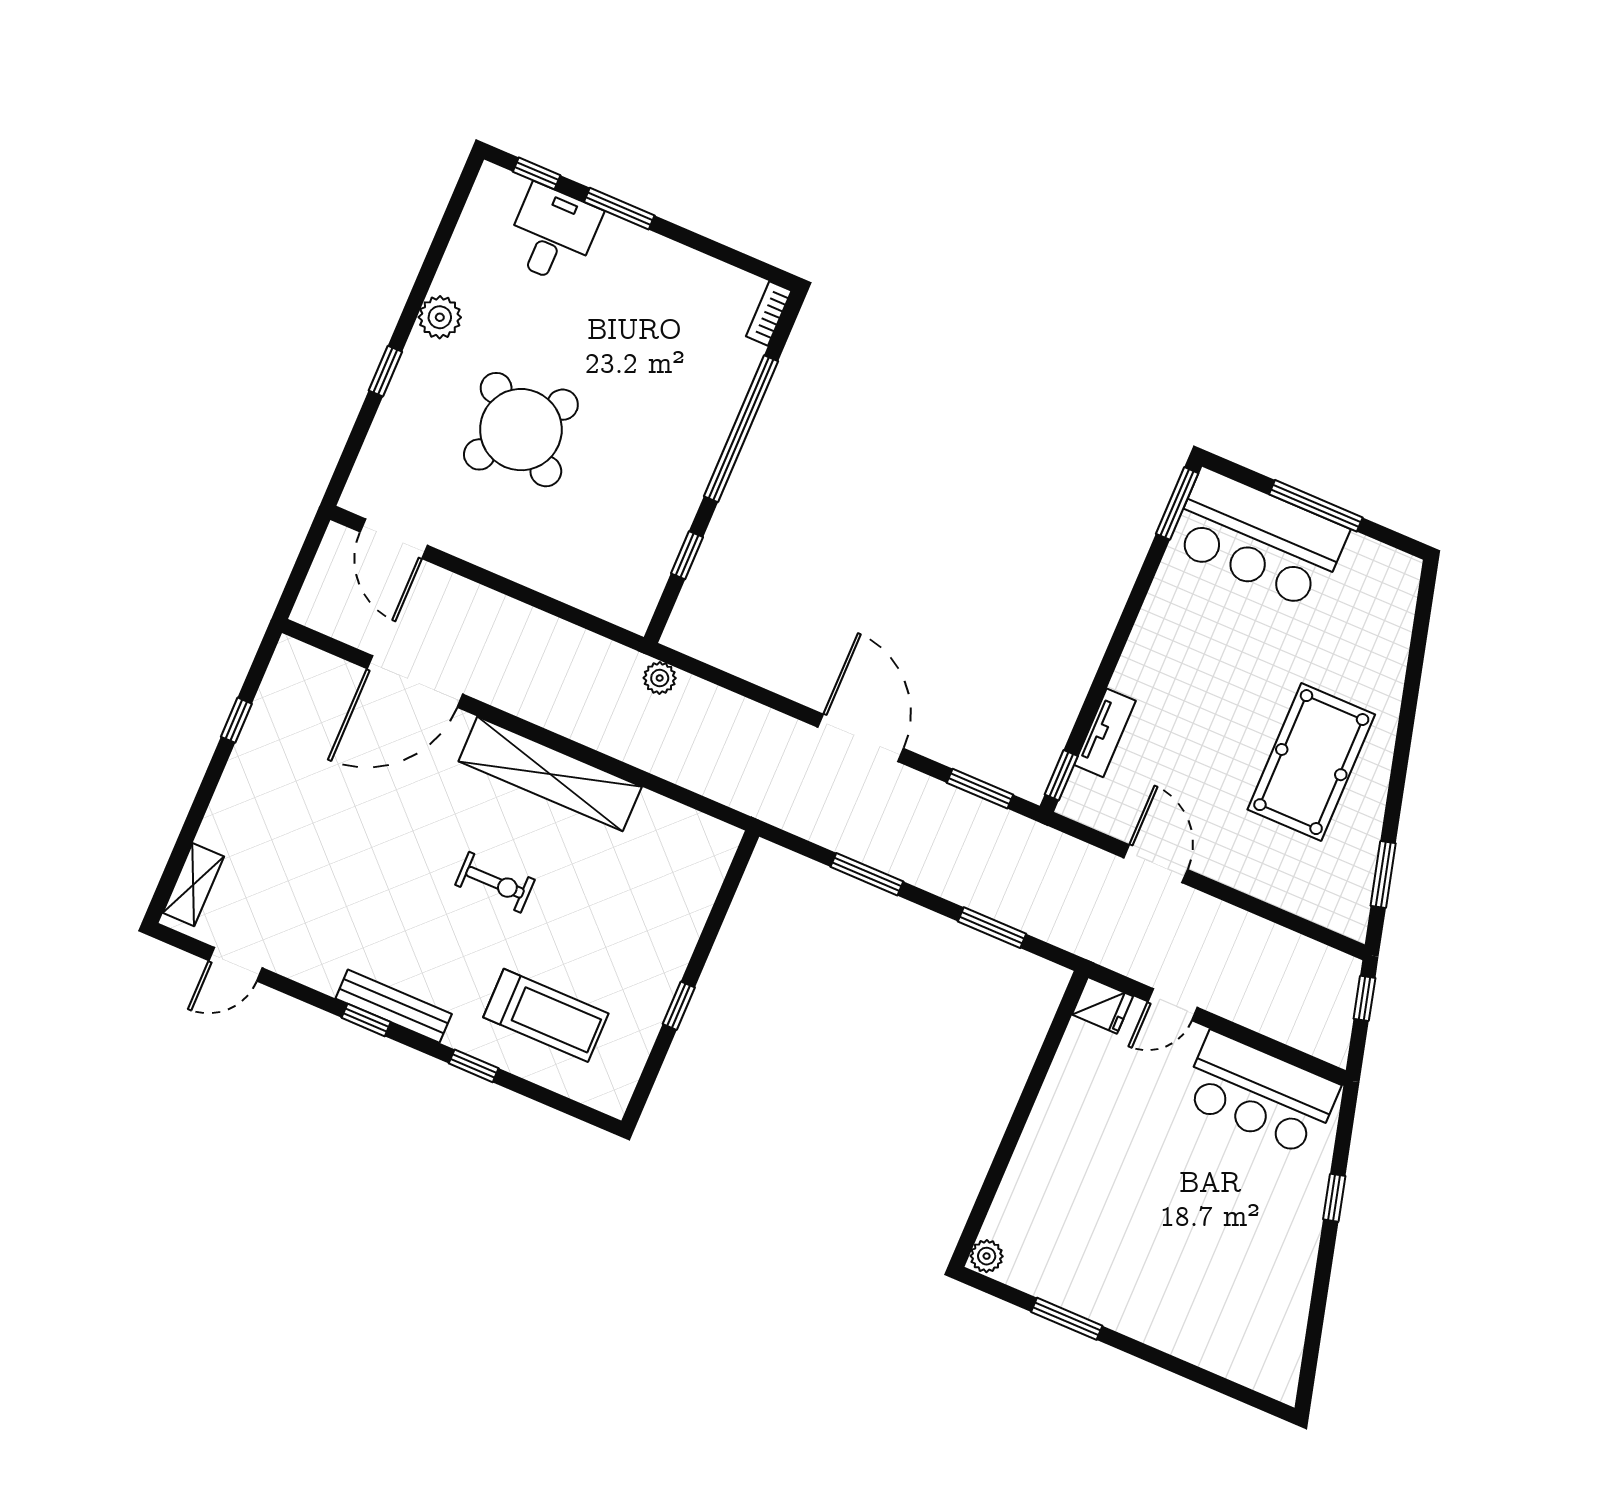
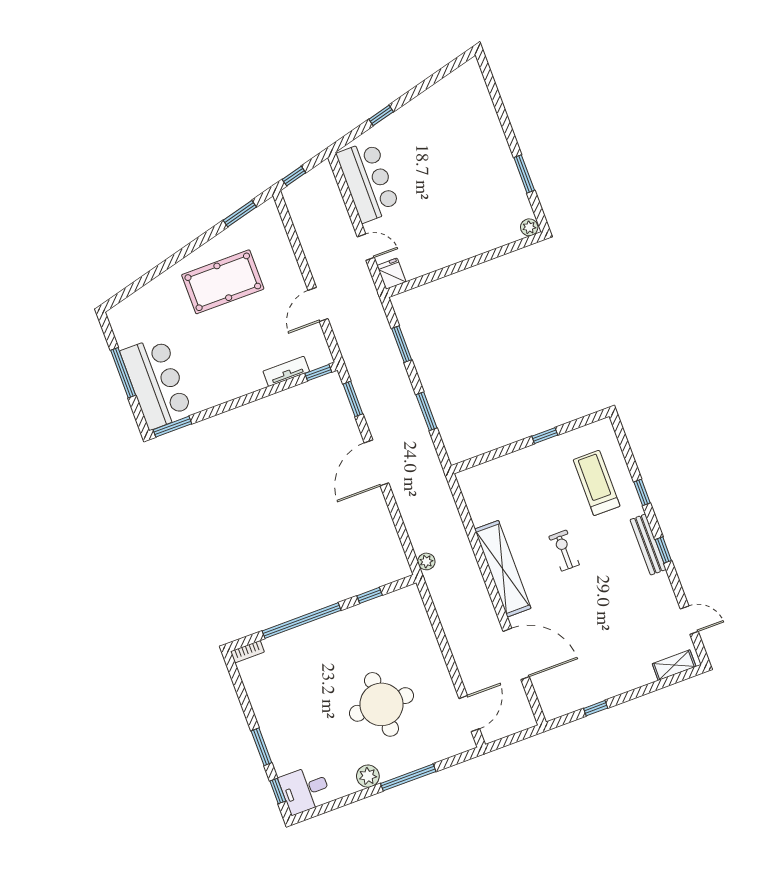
desk: (553, 234) -> (305, 789), moved
window: (385, 371) -> (408, 777), width x2.17
round table: (521, 430) -> (381, 704), turned -36

